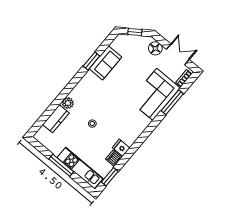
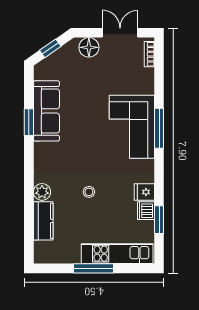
sofa: (105, 63) -> (46, 111), width x1.36
corner sofa: (155, 94) -> (132, 127), moved
window: (172, 102) -> (159, 128), moved
window: (110, 177) -> (159, 220), moved

